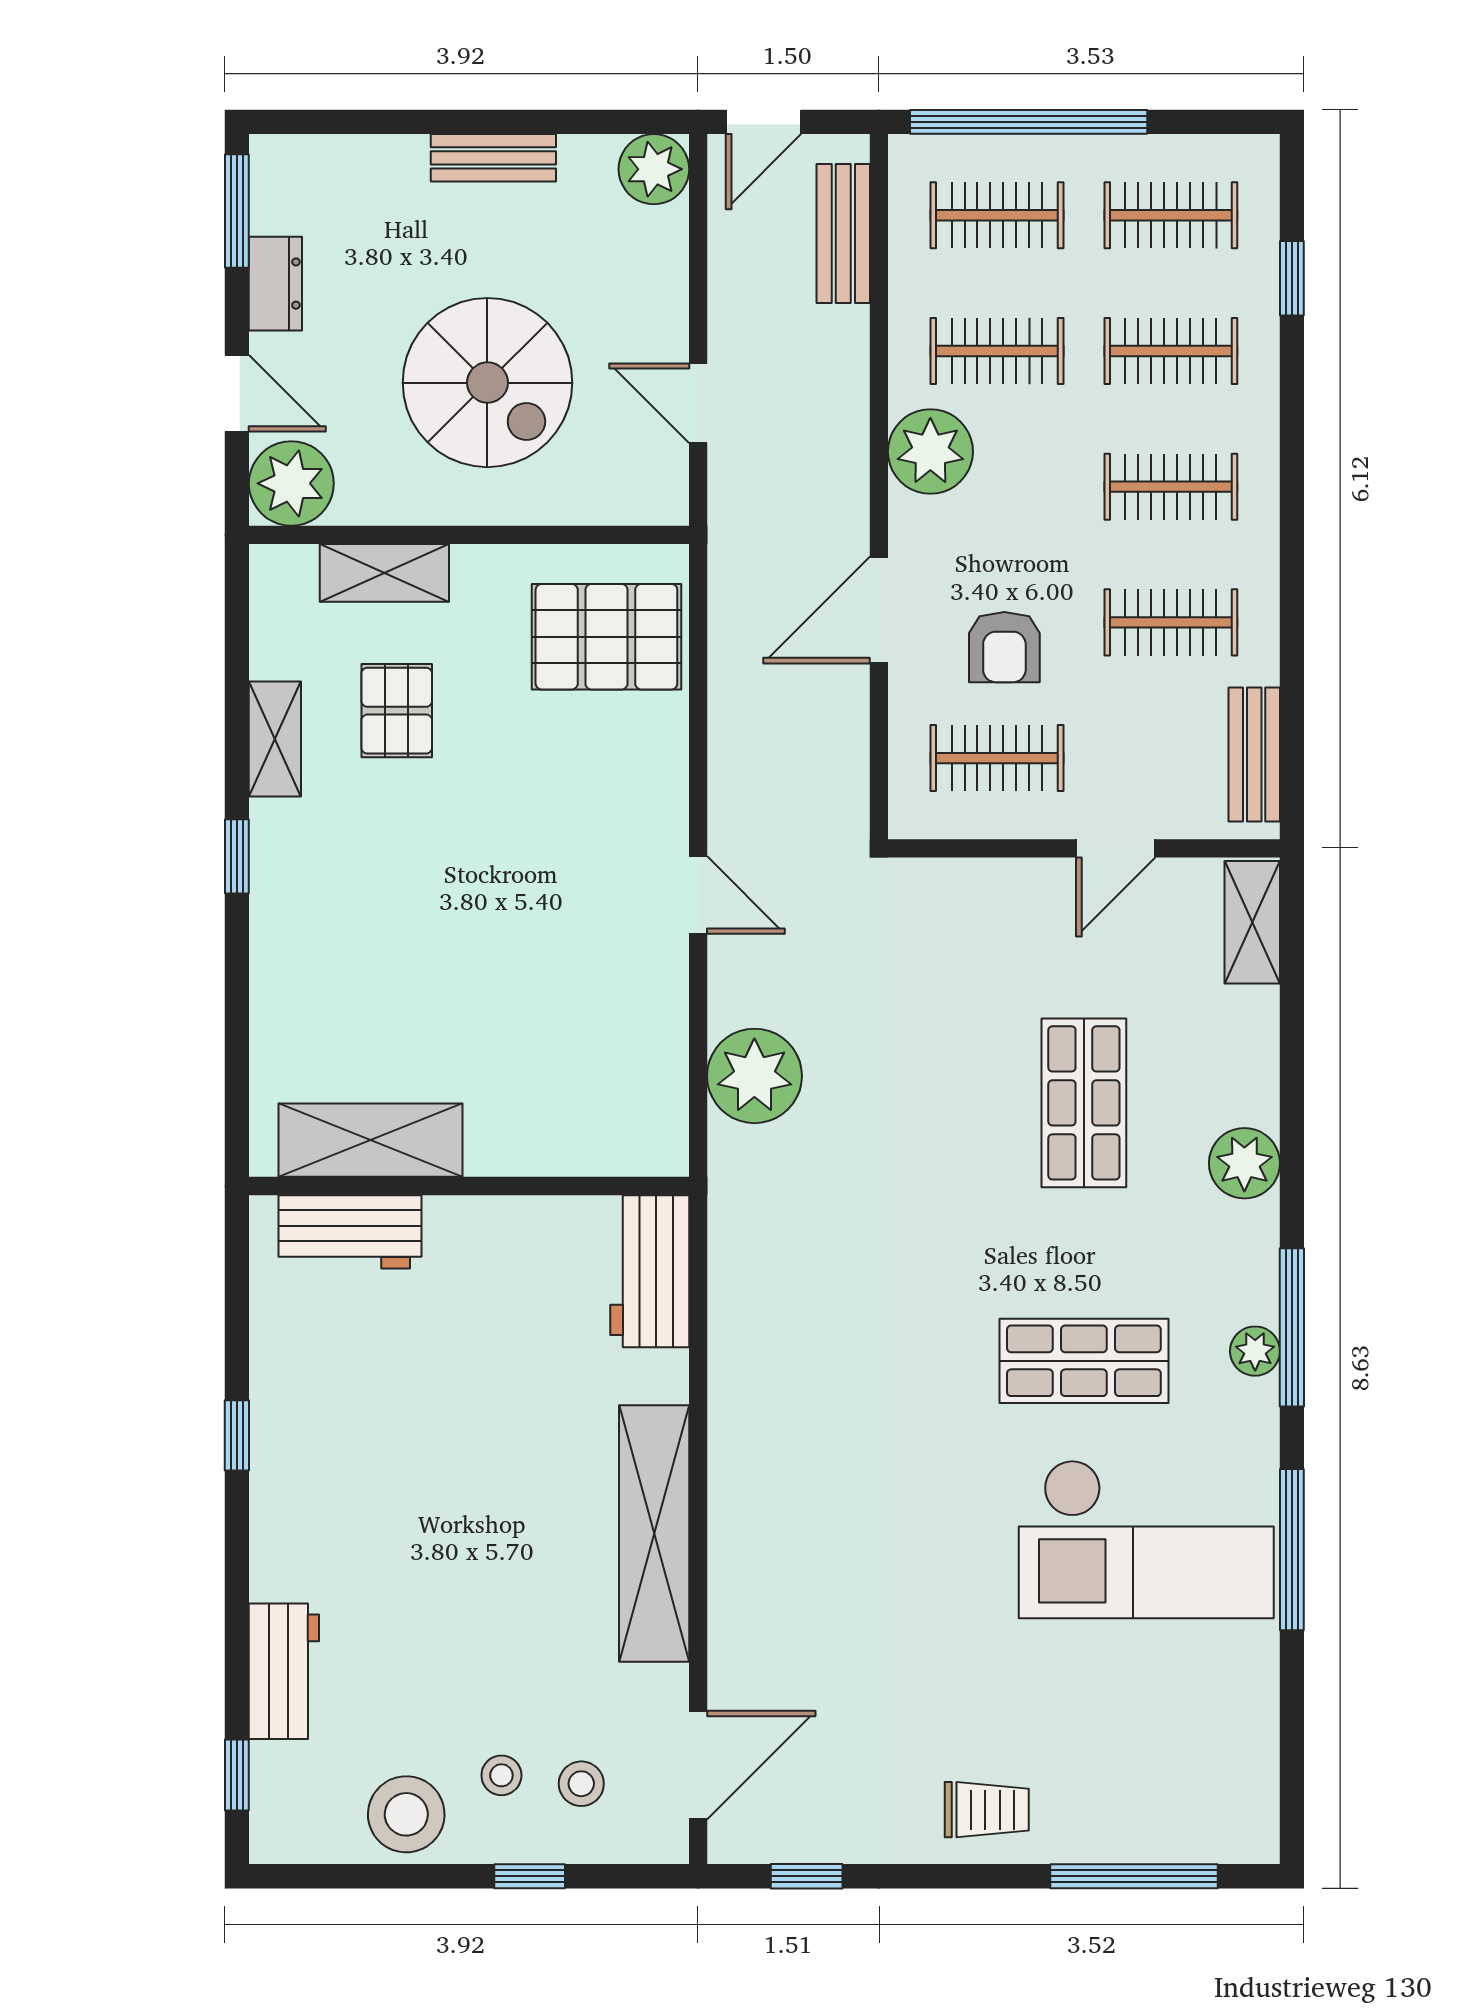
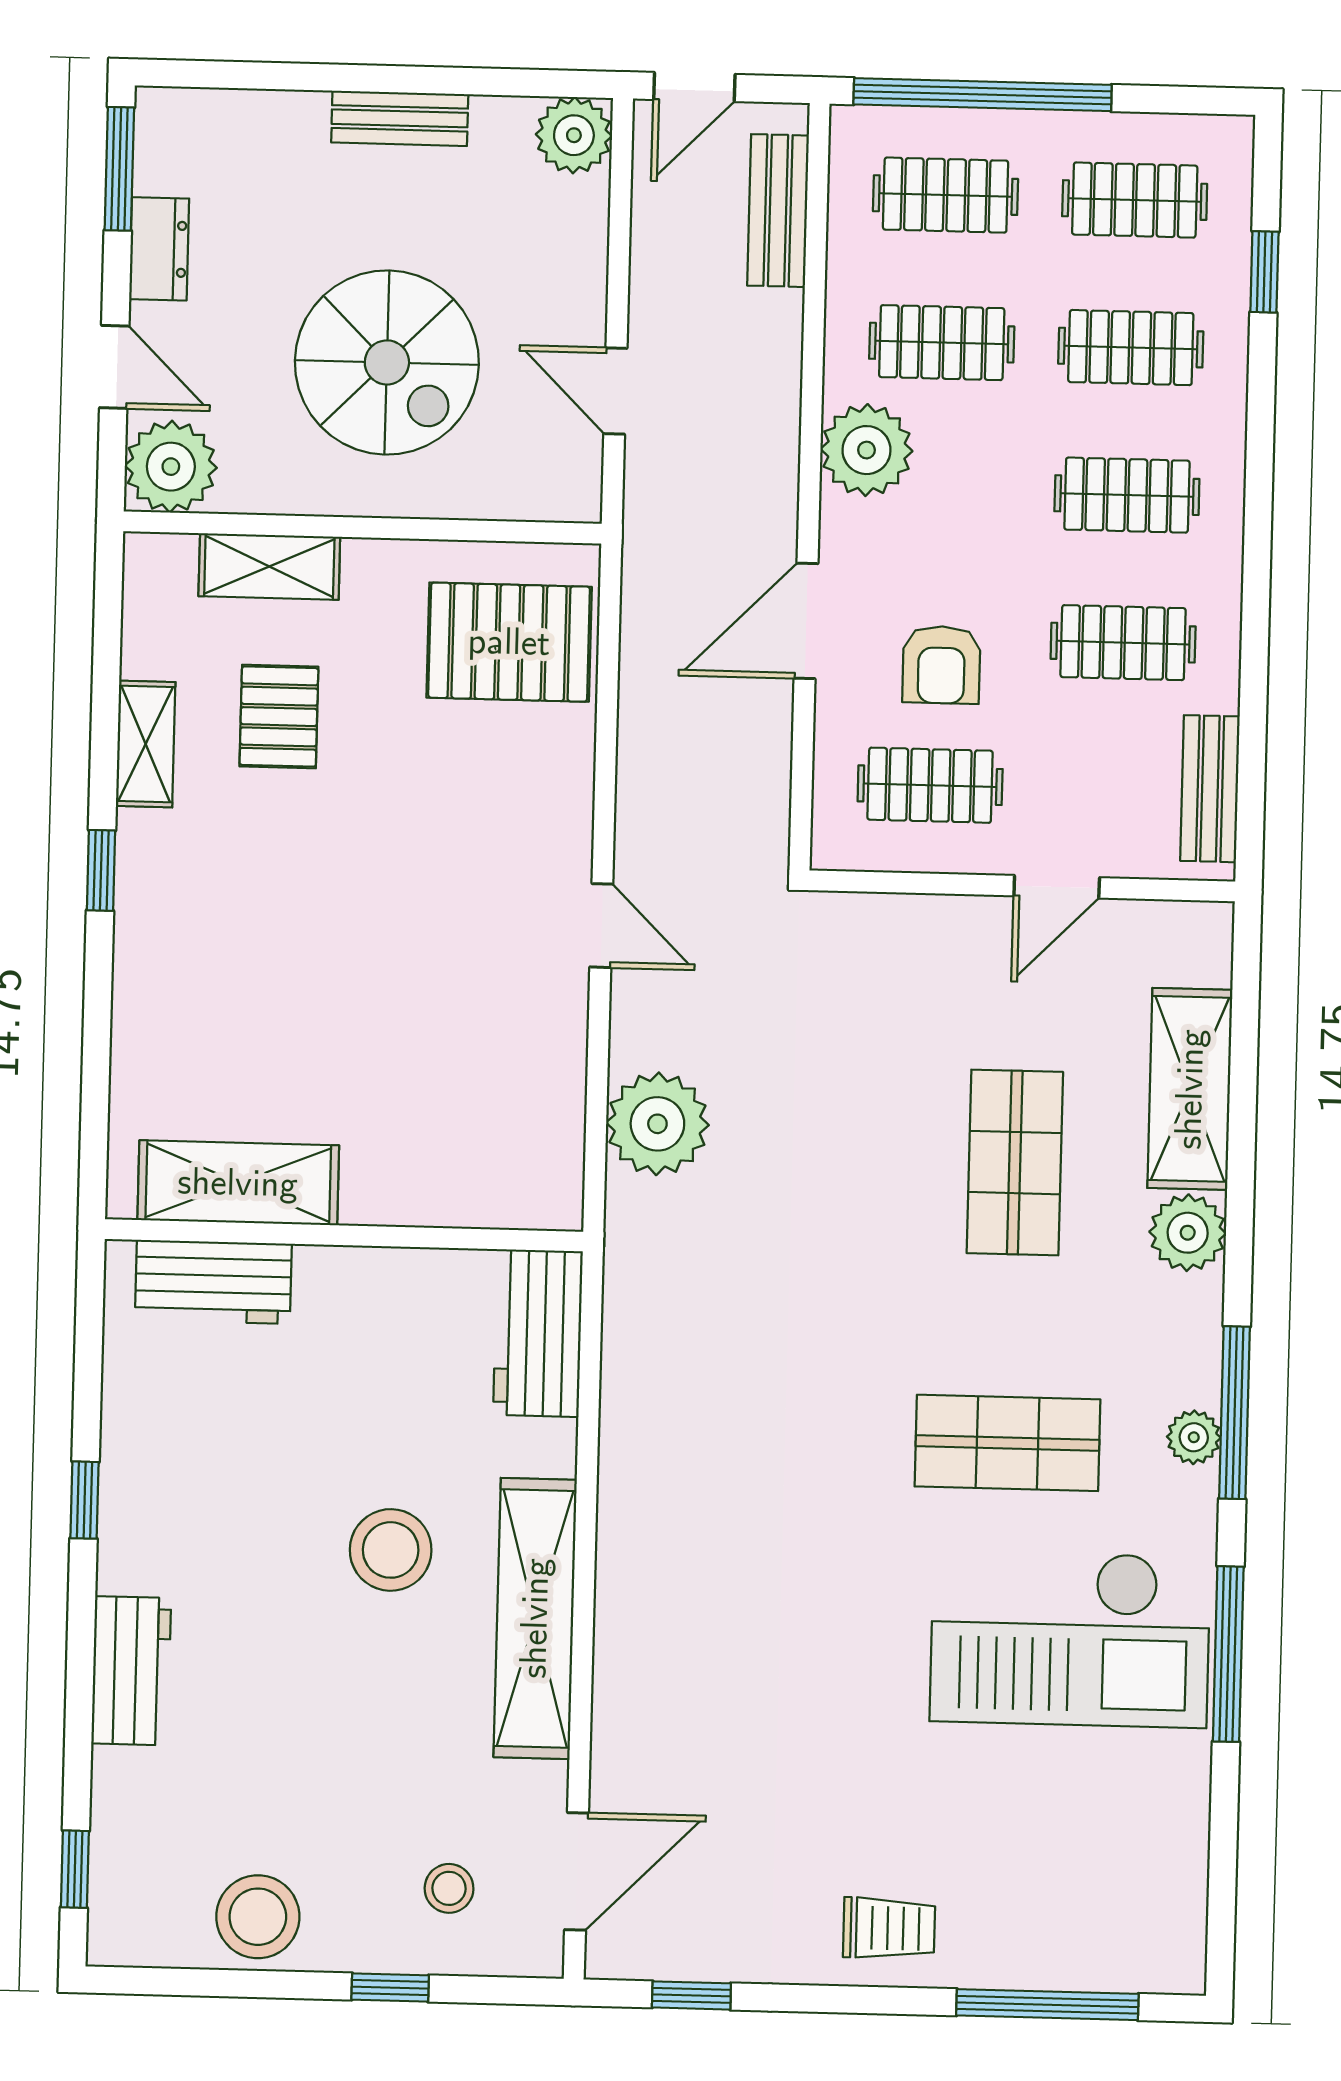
shelving: (1252, 922) -> (1190, 1089), moved, width x1.50, depth x1.33
workbench: (284, 1671) -> (131, 1671), moved
stool: (501, 1775) -> (391, 1550), moved, width x1.89, depth x1.89

